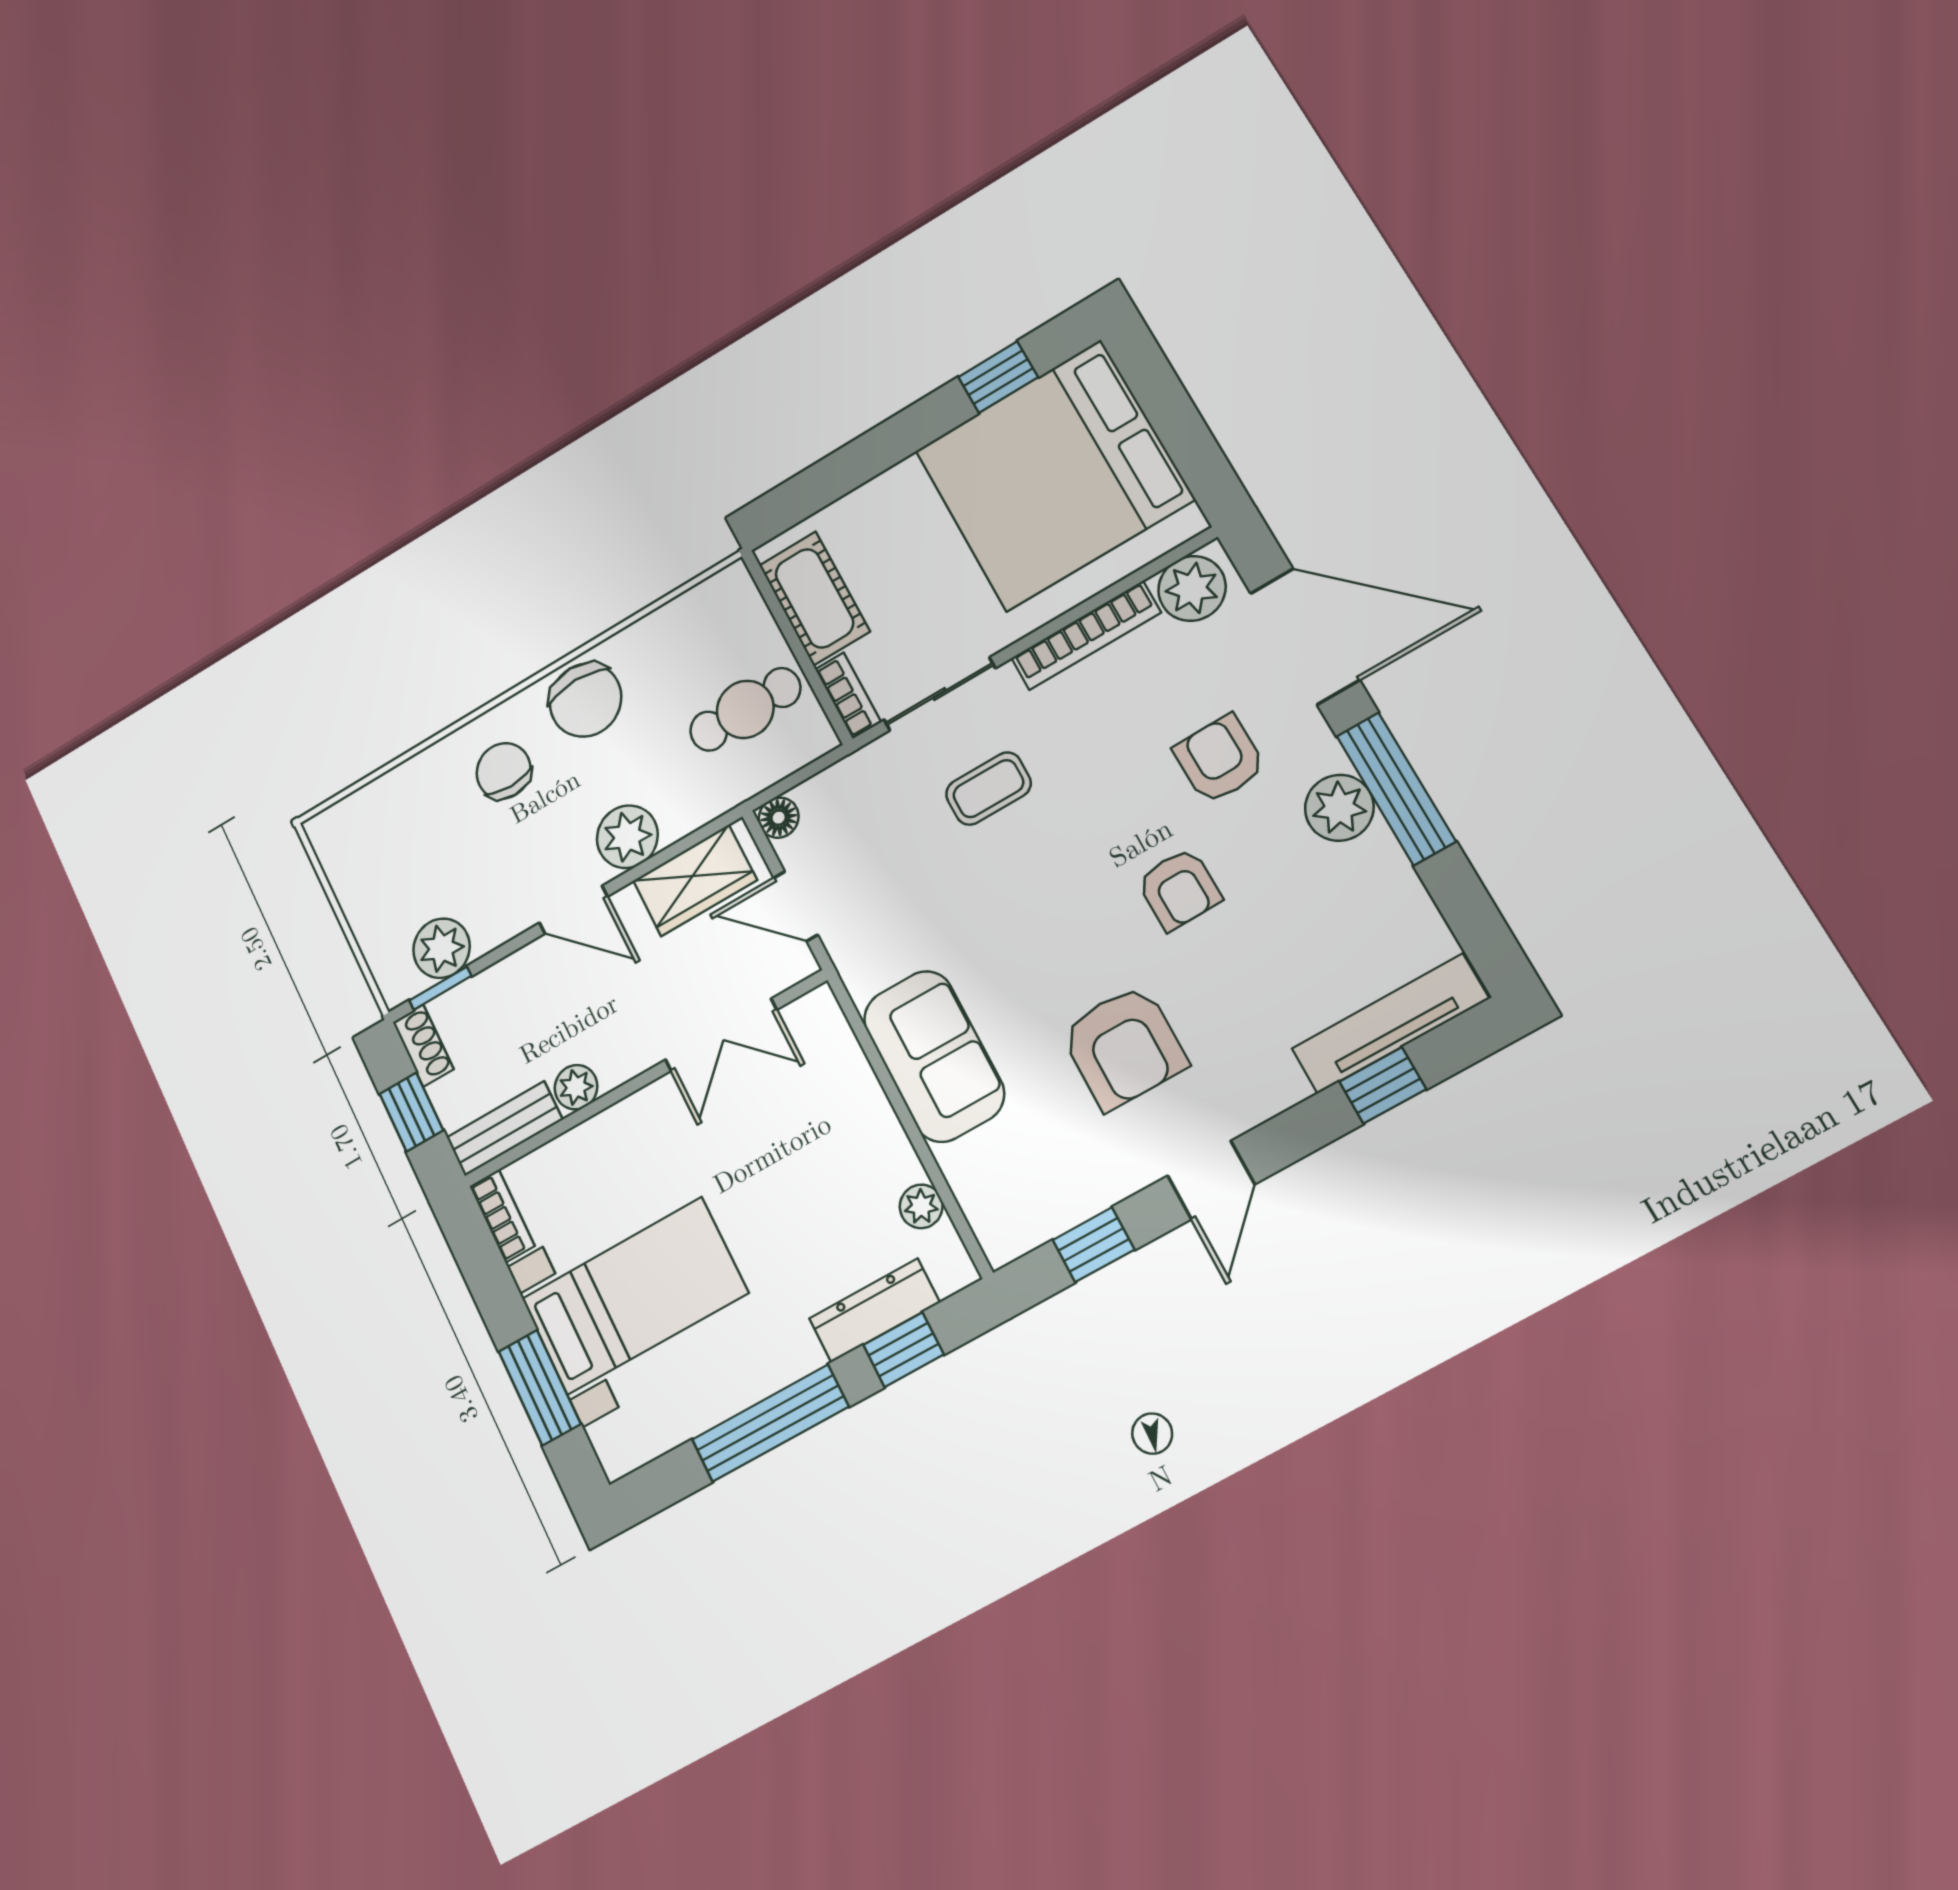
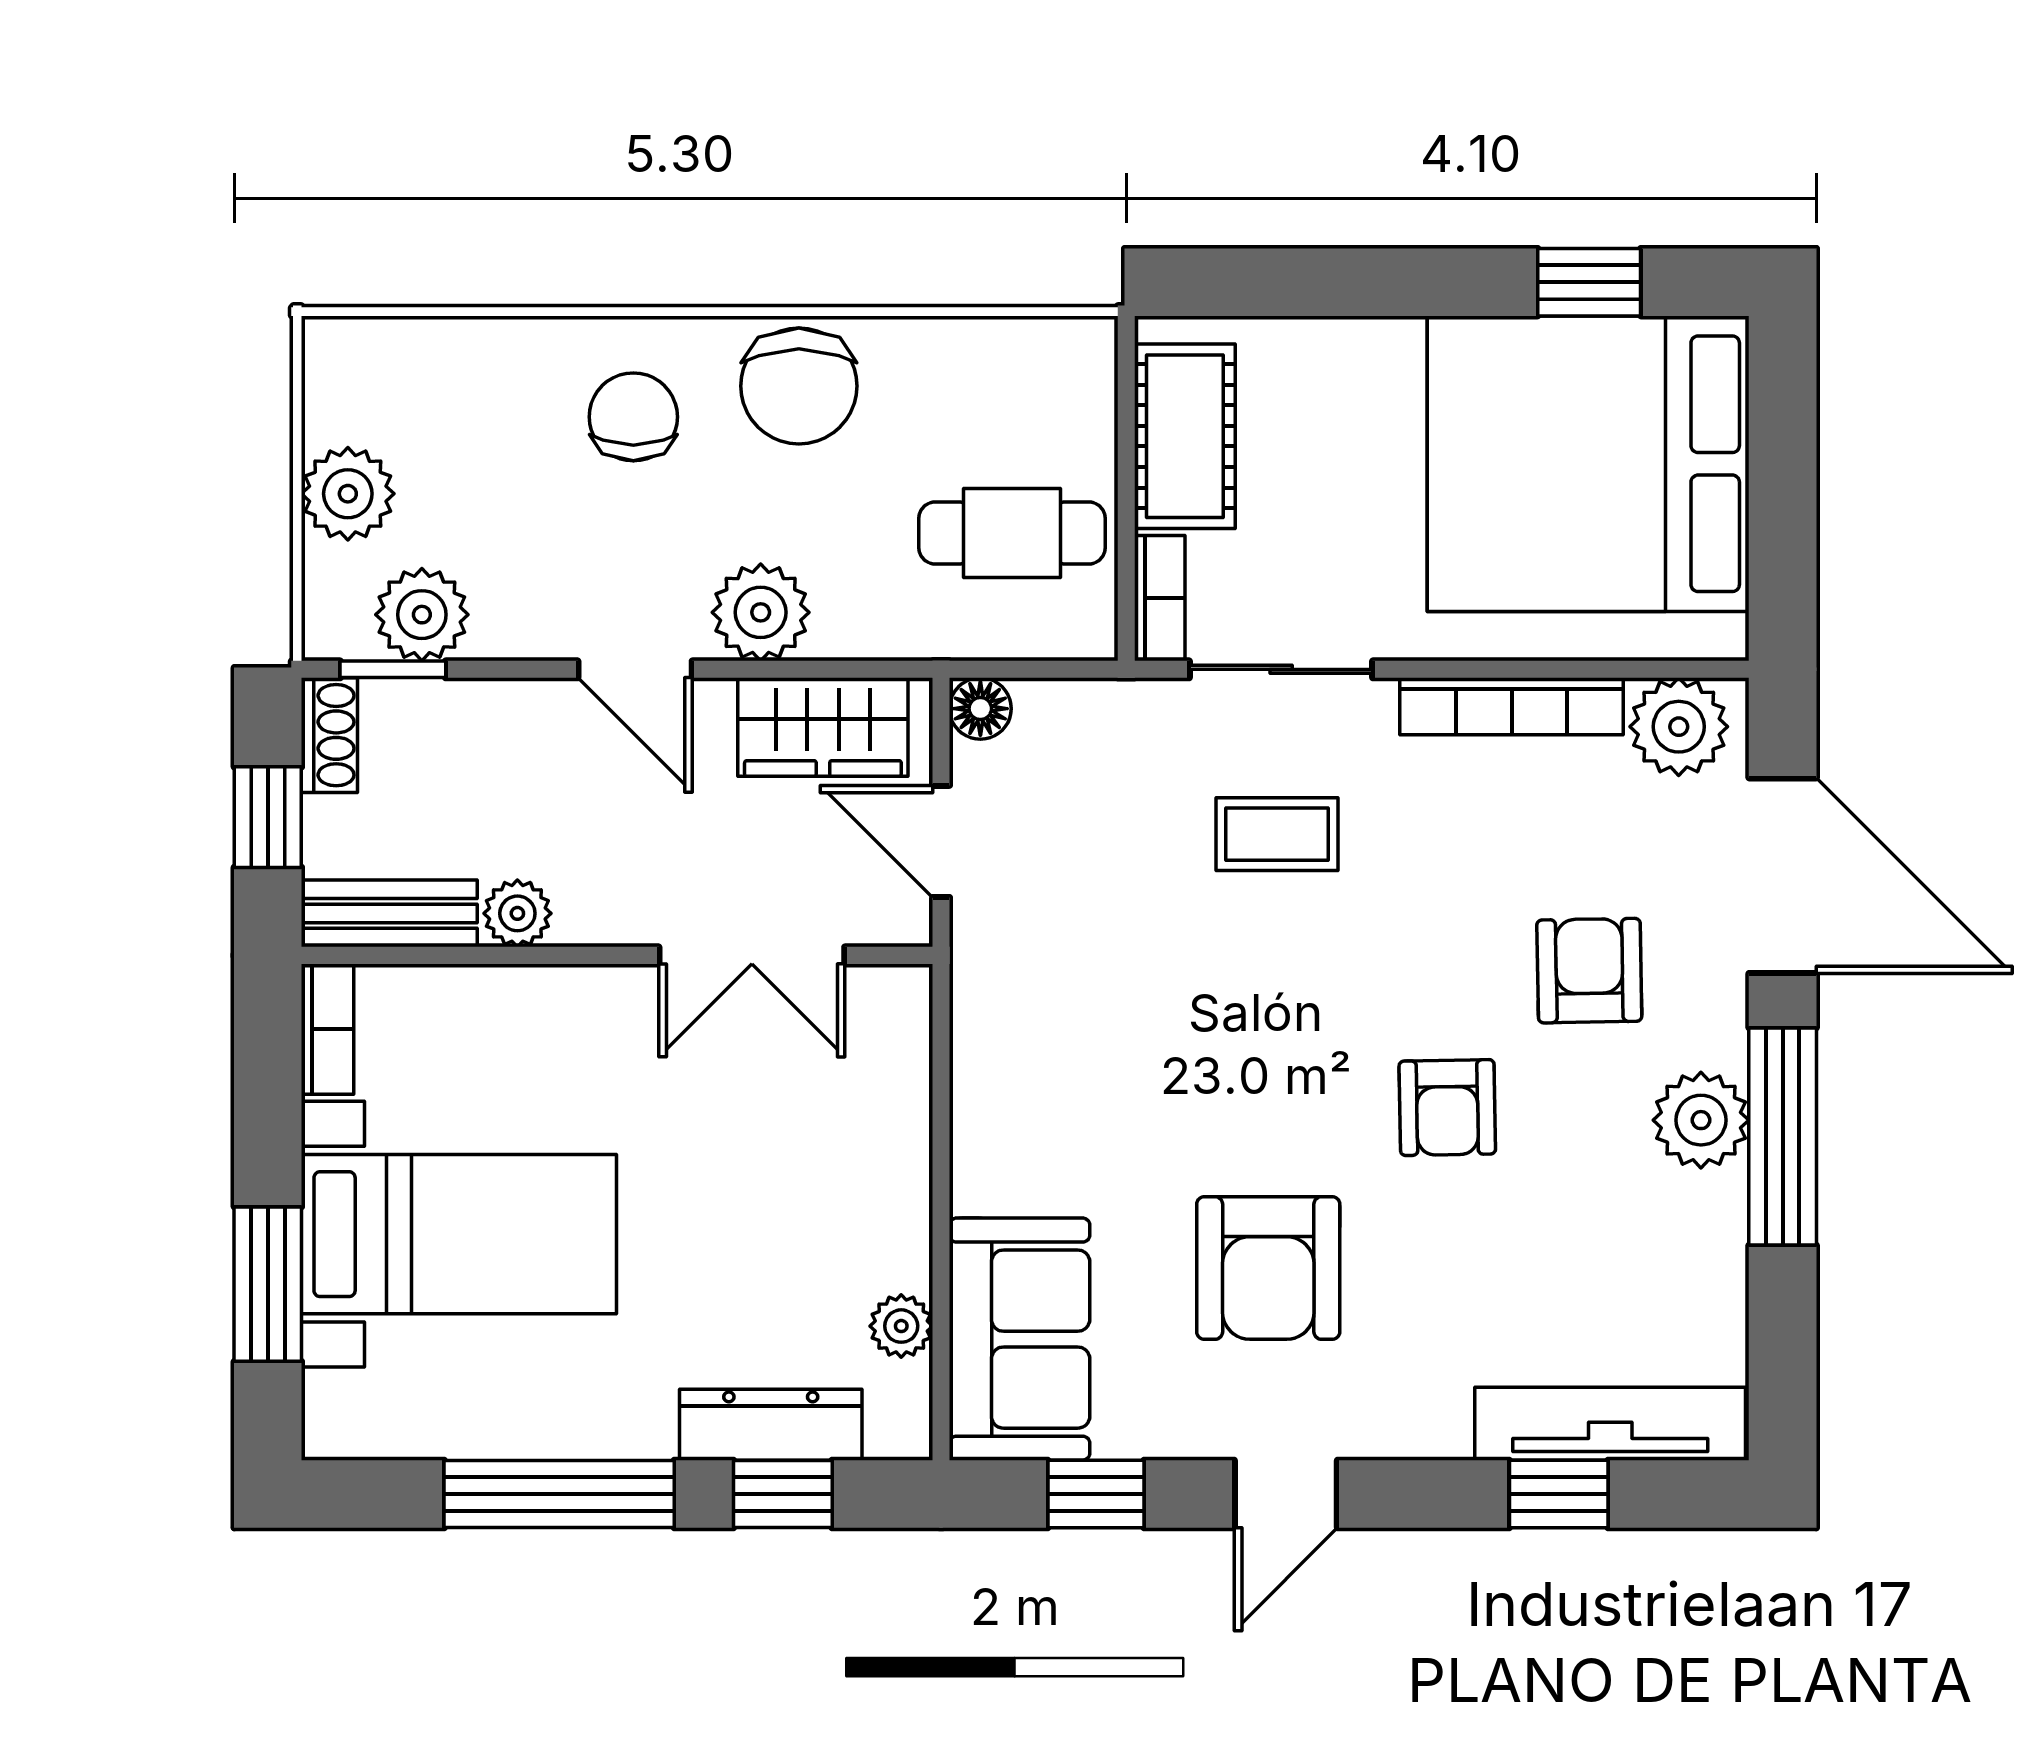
plant: (370, 905) -> (348, 494), added
sofa: (934, 1056) -> (1020, 1339), moved

